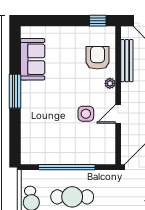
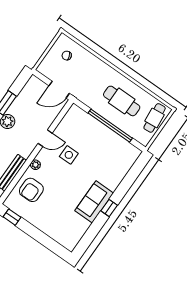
sofa: (33, 59) -> (94, 202), moved
window: (15, 91) -> (109, 208), width x0.46

